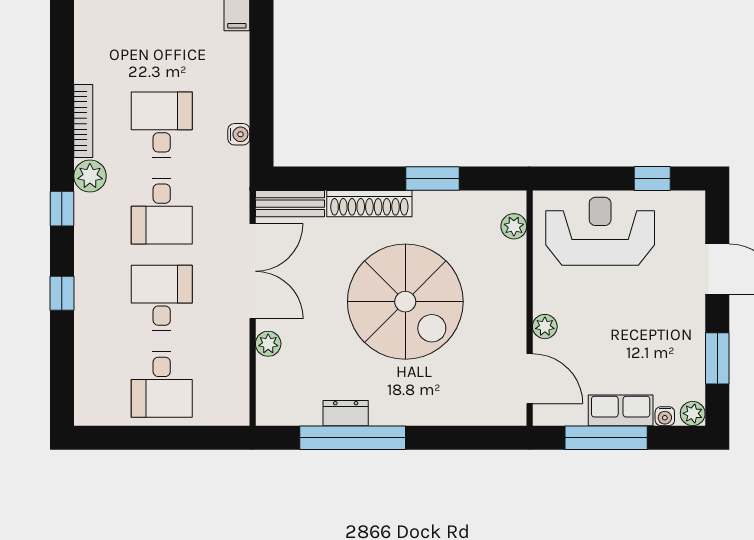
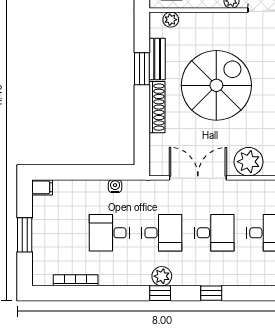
bookcase: (83, 121) -> (76, 280), moved
plant: (90, 176) -> (162, 276), moved
bench: (290, 204) -> (157, 59), moved
desk: (162, 298) -> (214, 233), turned 180
plant: (268, 344) -> (249, 162), width x1.88, depth x1.88

